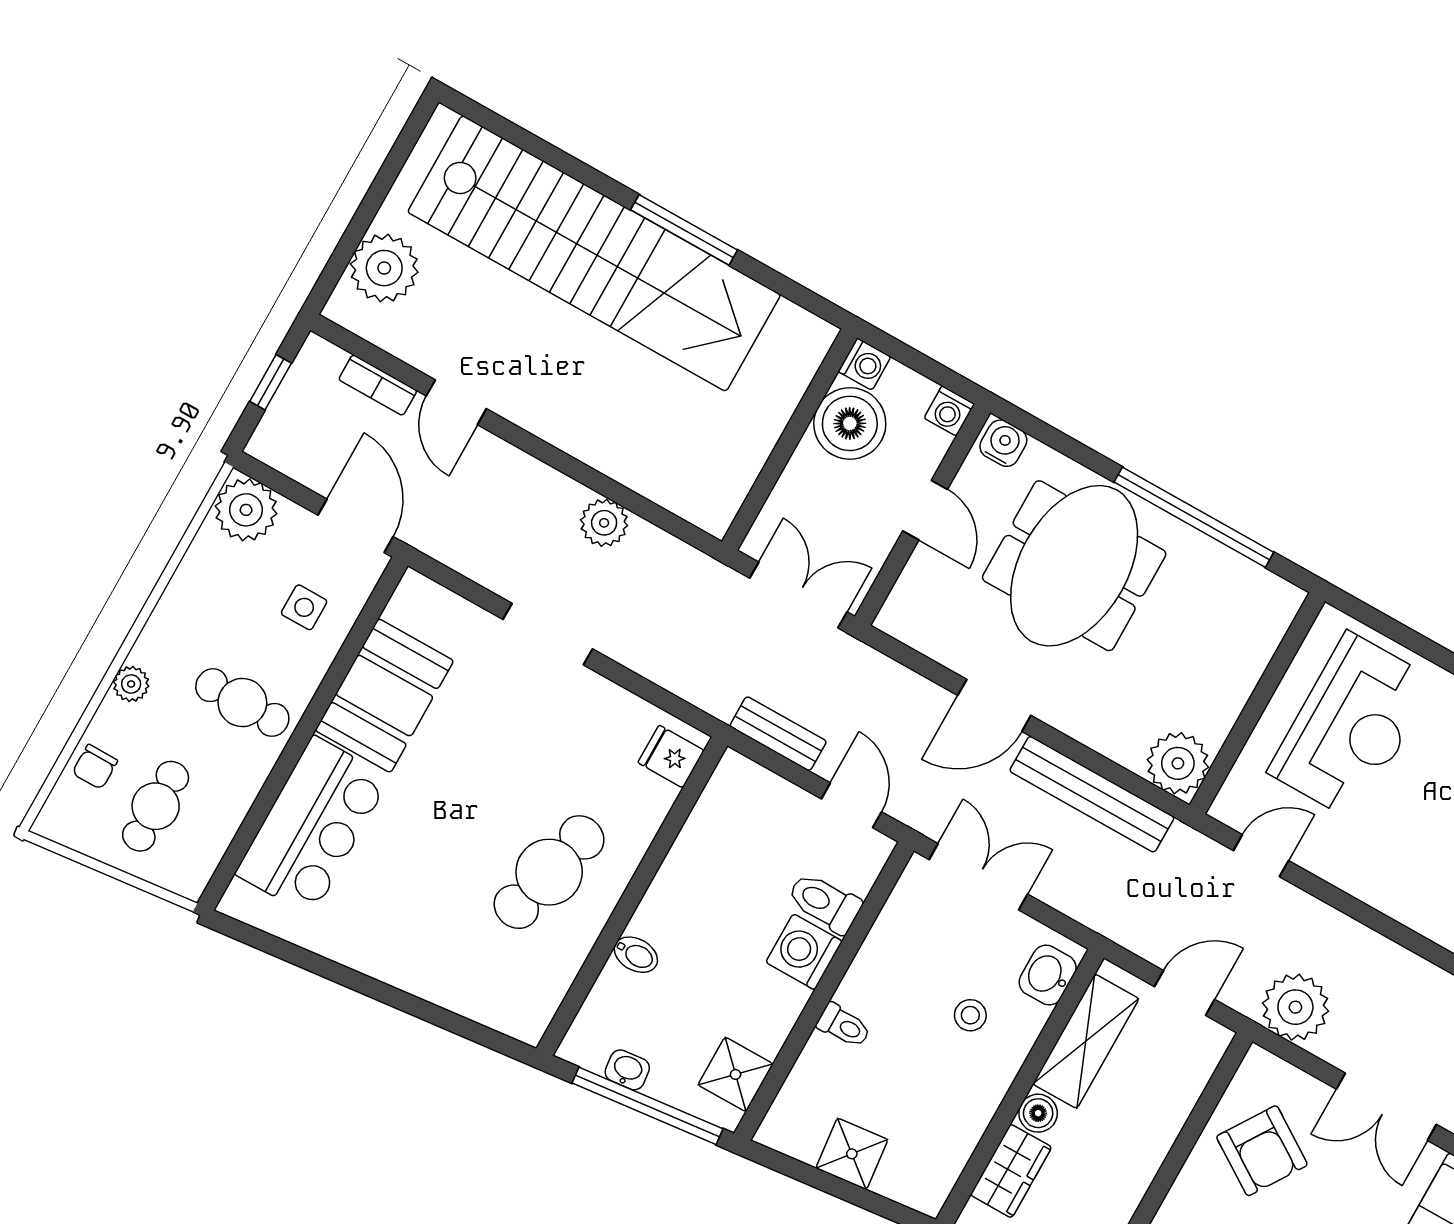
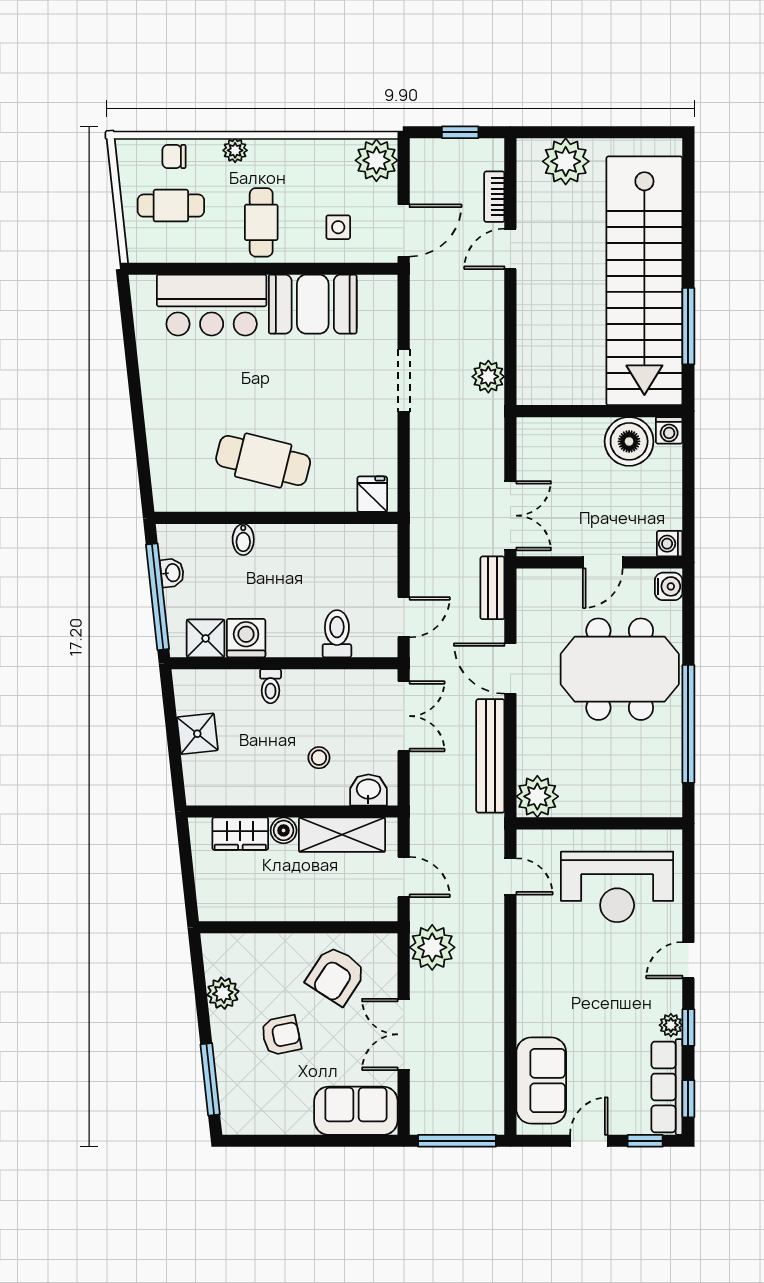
washing machine: (864, 364) -> (669, 430), moved
boiler: (850, 423) -> (629, 441), moved
wall: (789, 440) -> (599, 411), moved
bench: (778, 734) -> (492, 588), moved
washing machine: (804, 952) -> (246, 638), moved

